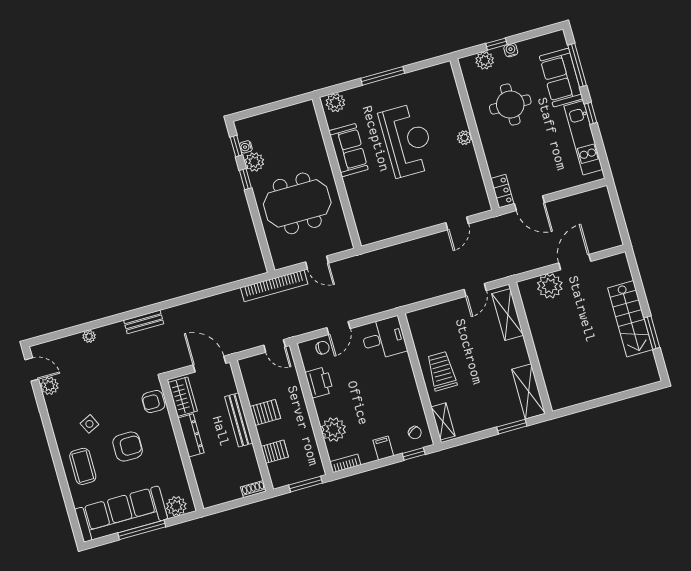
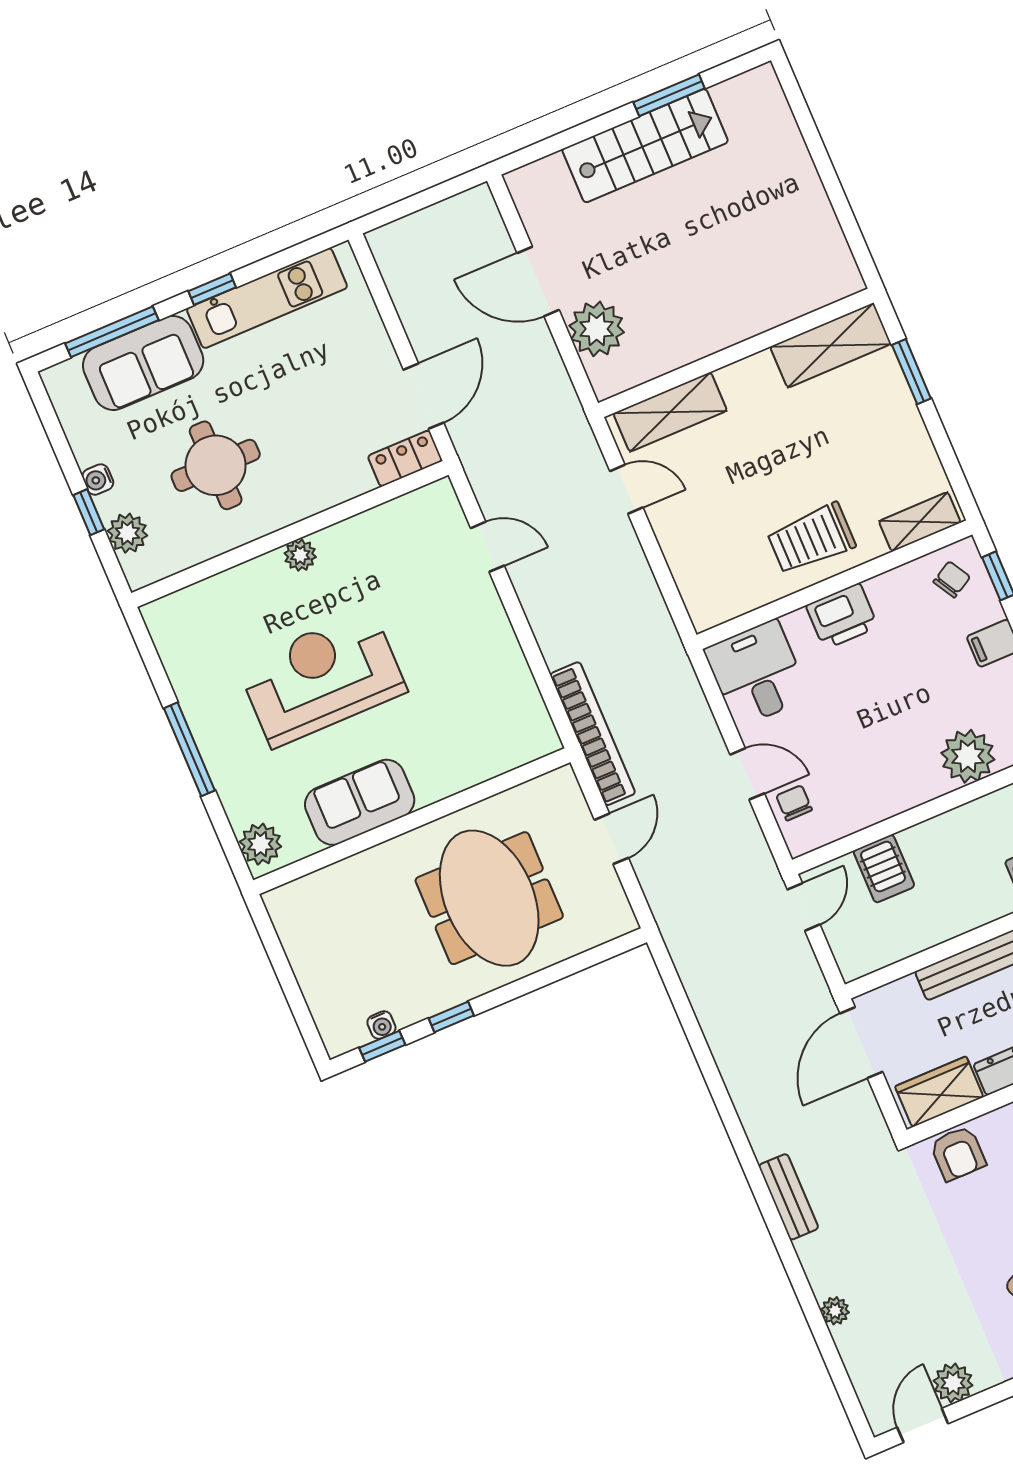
plant: (254, 162) -> (412, 1003), removed
bookcase: (274, 286) -> (593, 734), moved
printer: (319, 382) -> (842, 616), moved, turned 180
server rack: (265, 412) -> (884, 869), moved, turned 180

